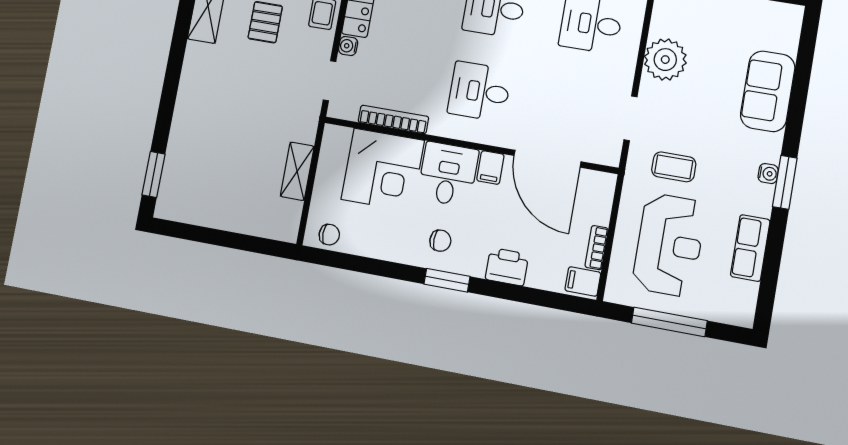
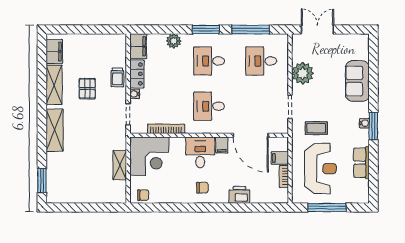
shelving: (193, 87) -> (55, 130), added
corner desk: (383, 170) -> (149, 156), moved
window: (447, 280) -> (210, 207), removed
filing cabinet: (583, 281) -> (280, 158), moved

